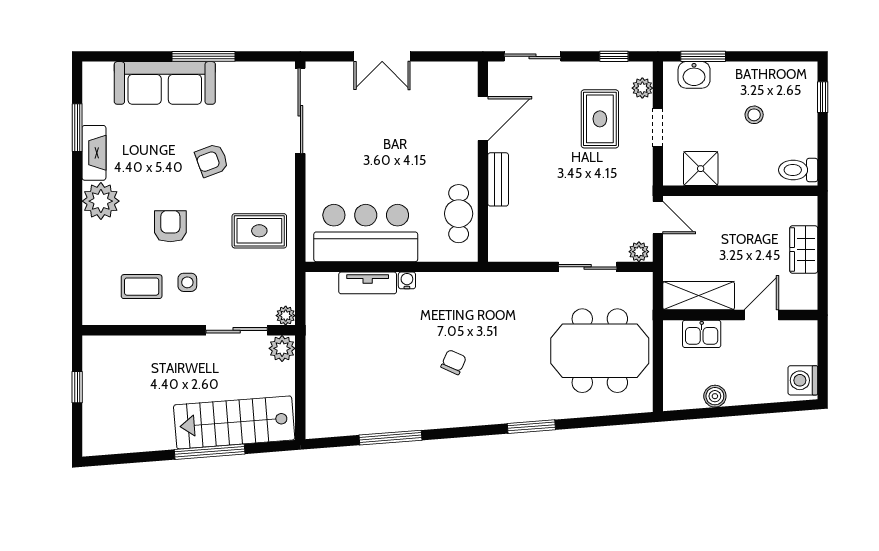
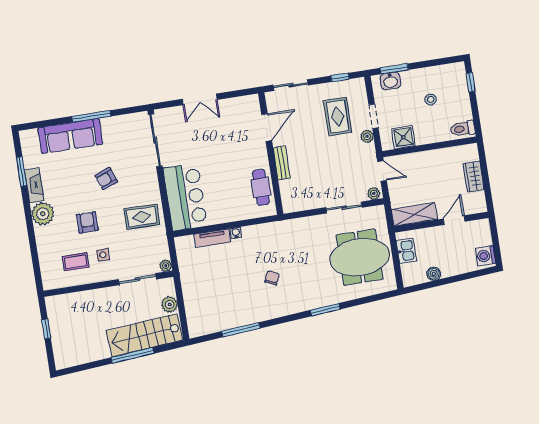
plant: (642, 88) -> (367, 136), moved
bar counter: (366, 233) -> (185, 197), moved, turned 90
kitchen sink: (702, 334) -> (406, 251), moved, turned -90
plant: (282, 348) -> (170, 304), moved

